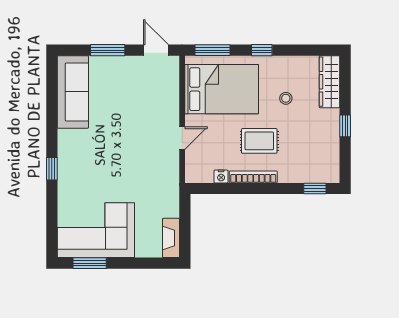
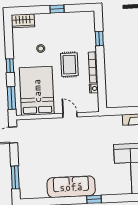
window: (108, 50) -> (15, 177), moved
wardrobe: (330, 82) -> (23, 21), width x0.67
sofa: (73, 92) -> (71, 187), moved
window: (315, 188) -> (99, 38), moved

